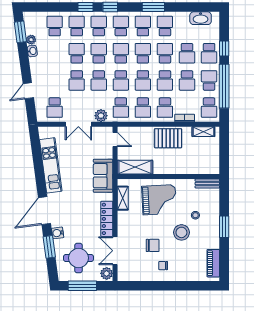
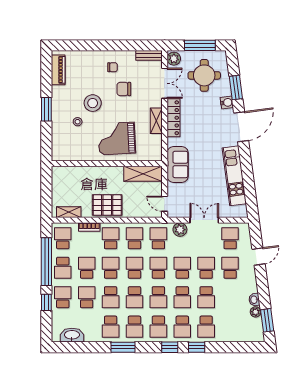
school desk: (55, 26) -> (230, 268), moved, turned 180
bench: (207, 184) -> (149, 55), moved
shelving: (123, 198) -> (156, 121), moved

